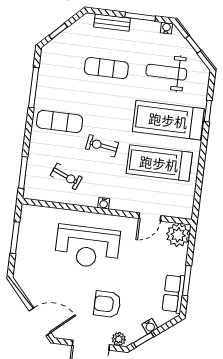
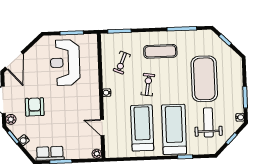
bench: (112, 23) -> (238, 78), removed
exercise mat: (106, 68) -> (204, 79), width x2.00, depth x1.45
exercise mat: (60, 122) -> (160, 51), turned 90
plant: (178, 235) -> (97, 154), width x0.53, depth x0.53
reception desk: (87, 247) -> (65, 63), moved

